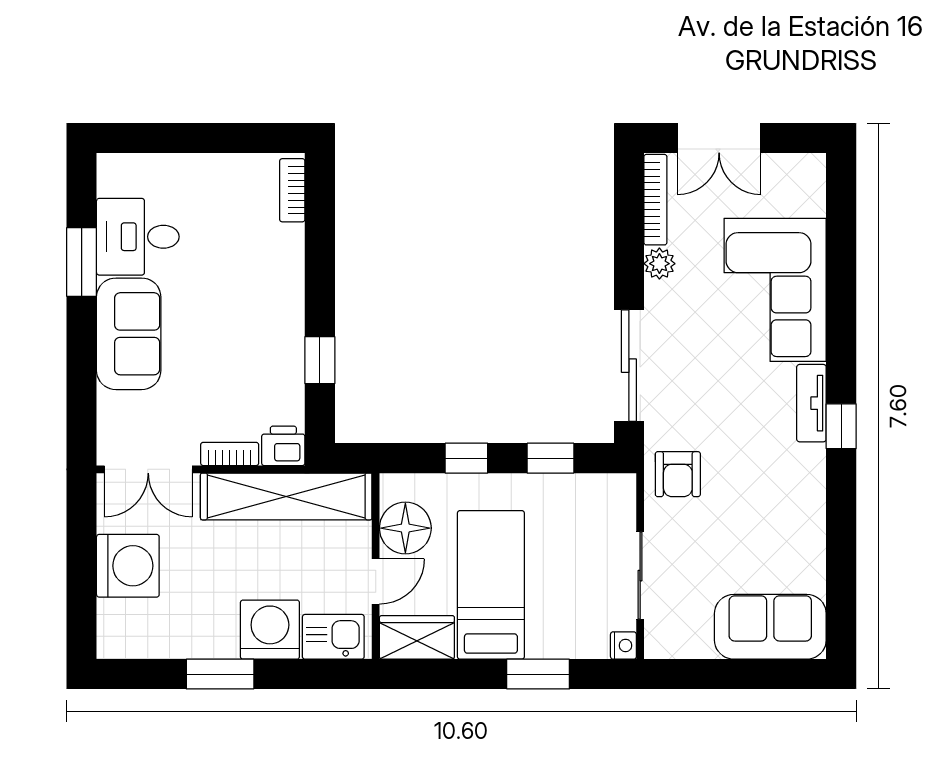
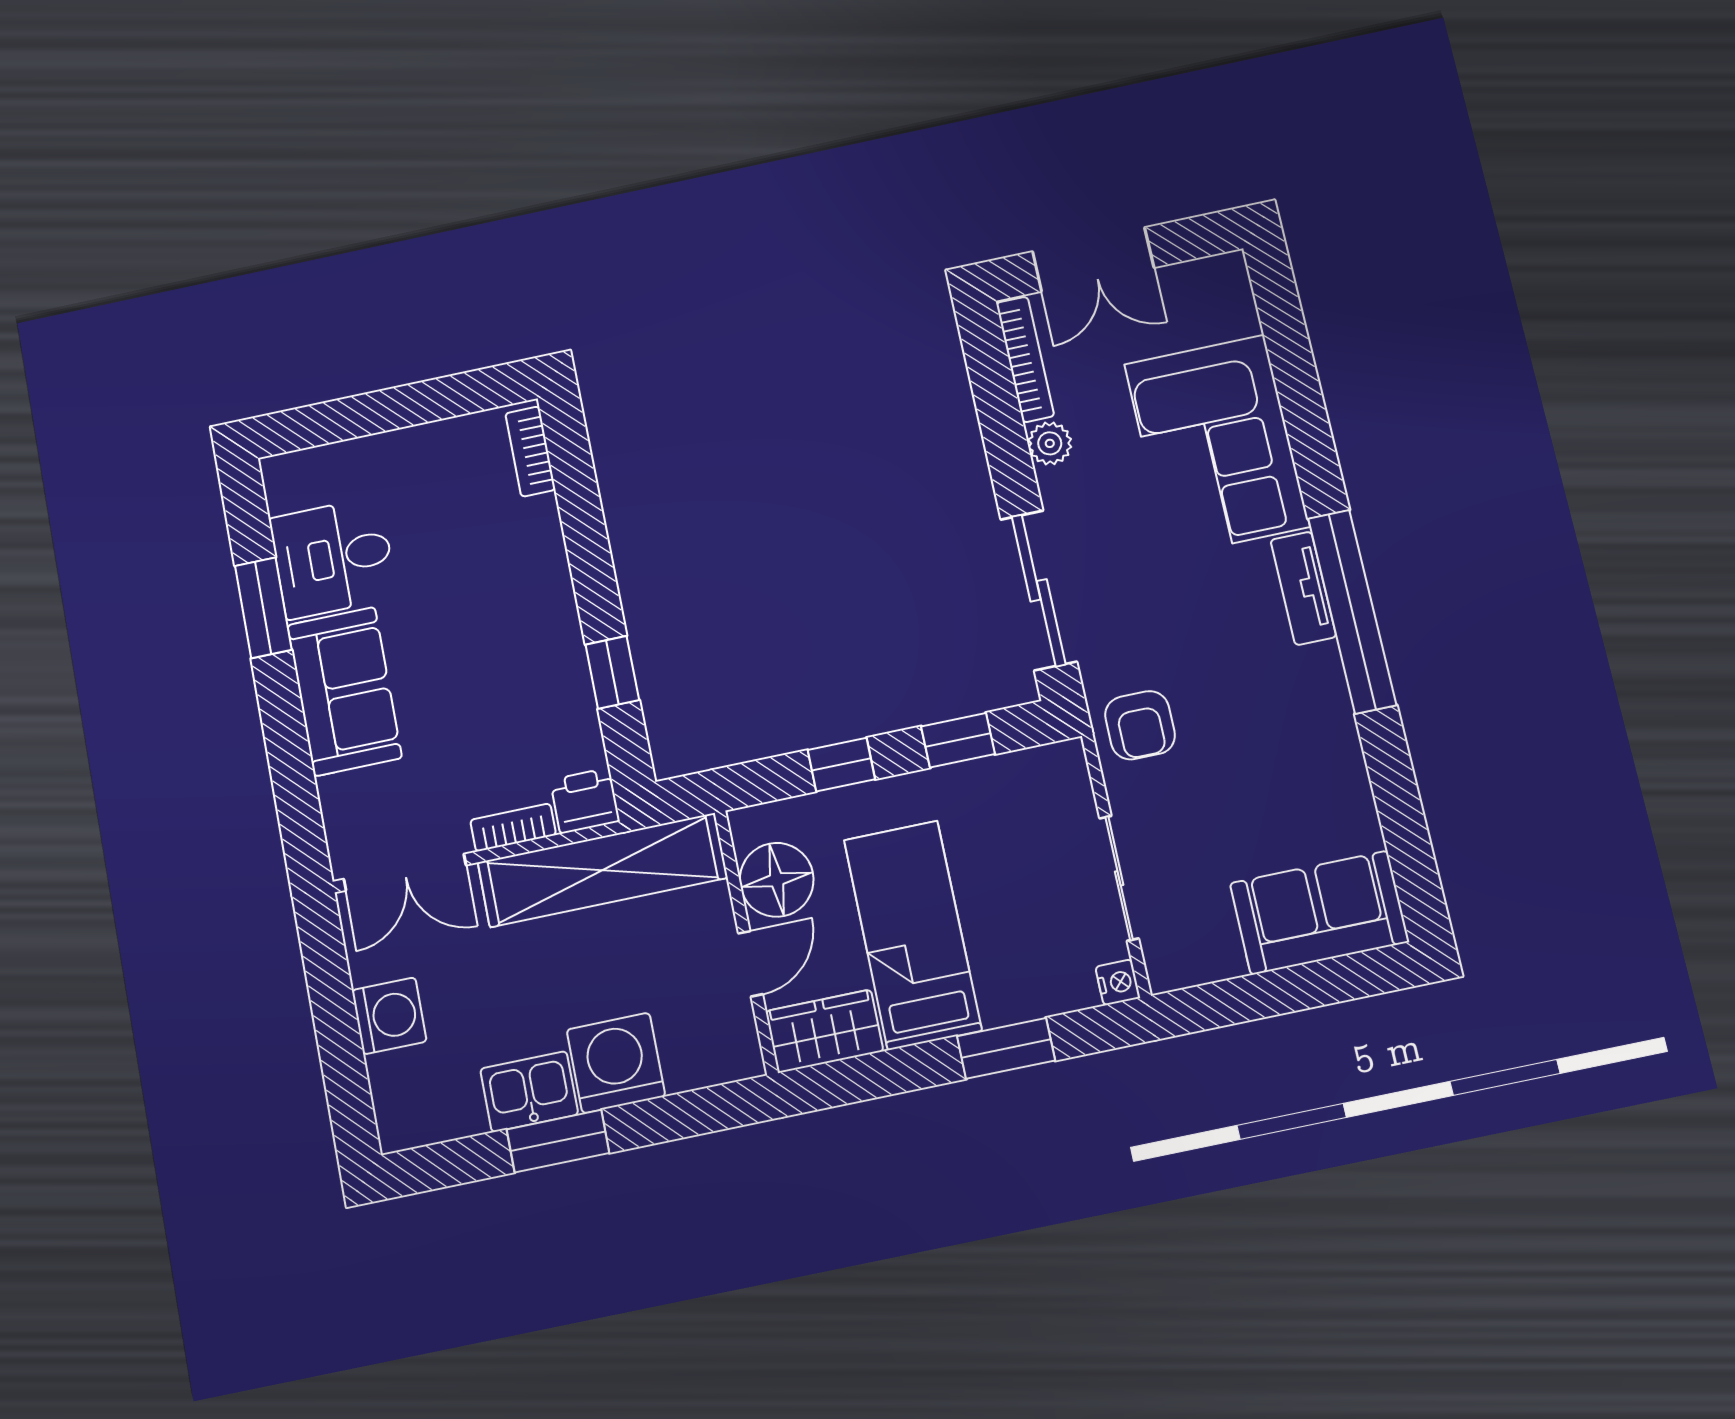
window: (841, 426) -> (1352, 611), width x3.17
washing machine: (128, 566) -> (389, 1016), width x0.73, depth x0.73
kitchen sink: (333, 637) -> (529, 1092), moved

